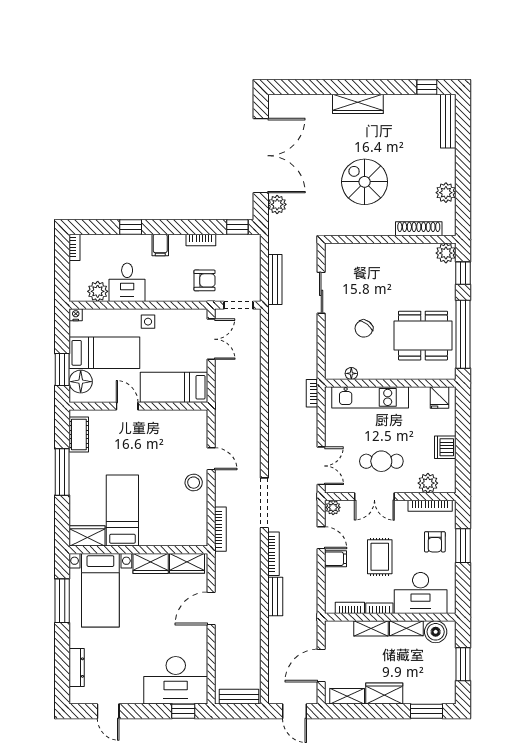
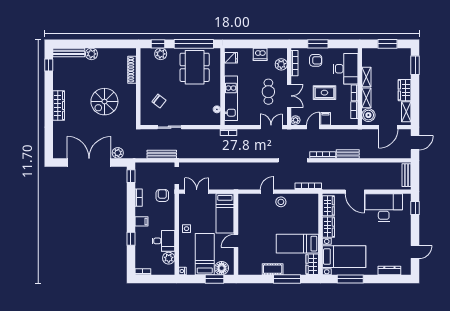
plant: (446, 193) -> (91, 54), moved
plant: (446, 253) -> (161, 54), moved
chair: (364, 329) -> (159, 101), moved
cot: (79, 434) -> (273, 269), moved
window: (62, 472) -> (287, 279), moved
boiler: (436, 632) -> (368, 115), moved
door: (321, 666) -> (388, 127), hinge flipped
desk: (176, 680) -> (384, 208), moved, turned -90

